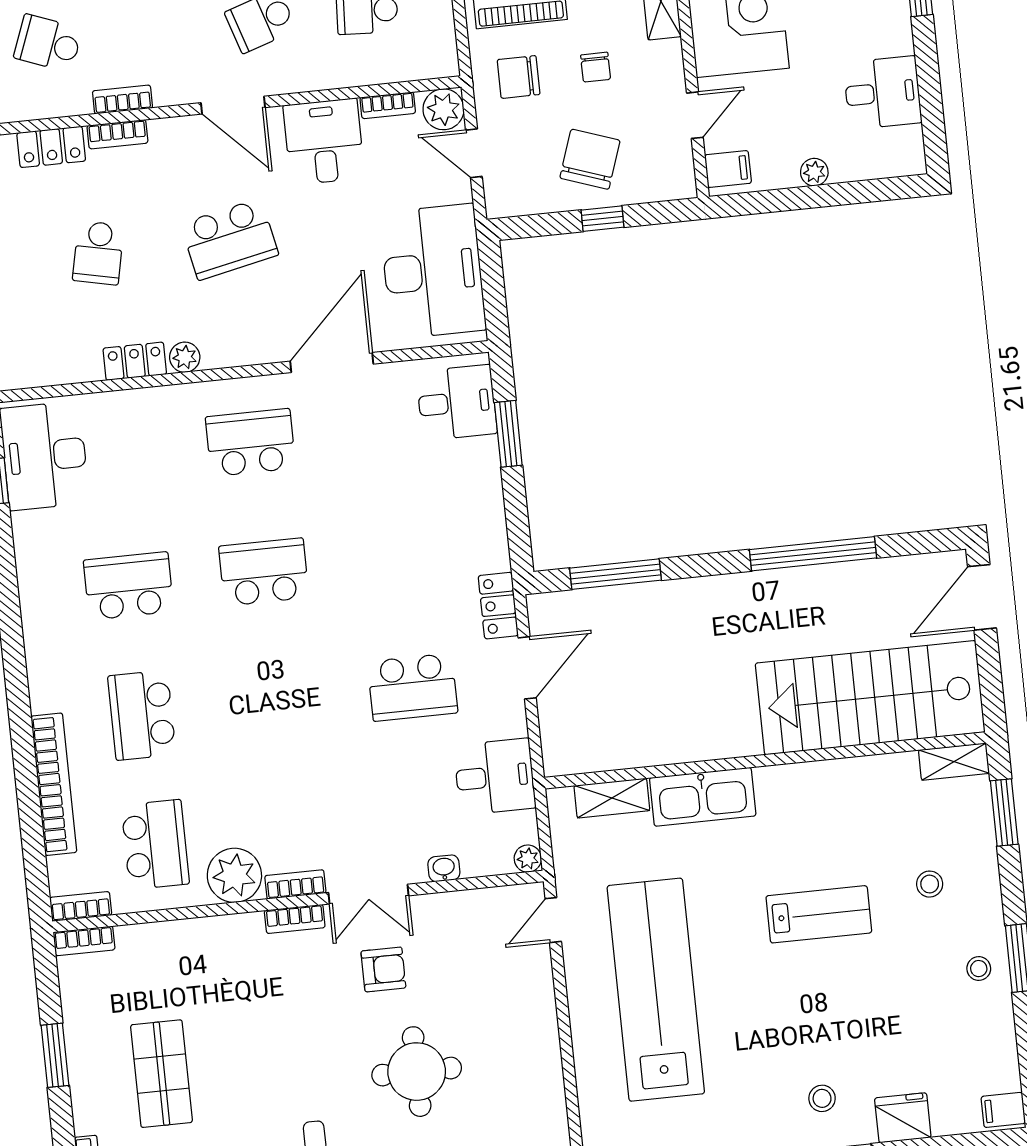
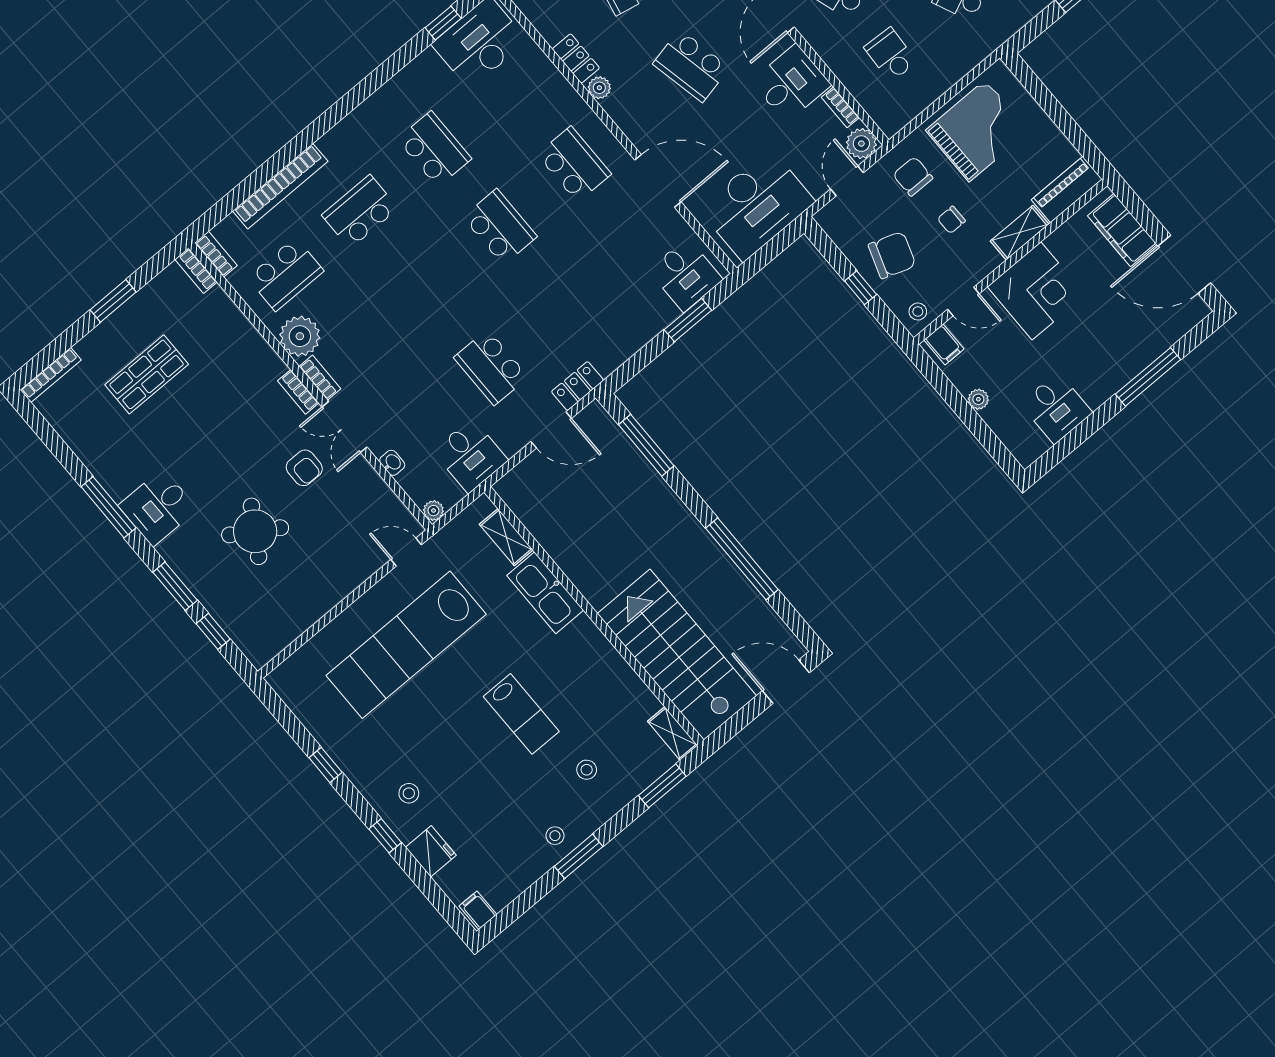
stool: (672, 173) -> (918, 312), added
lab bench: (656, 990) -> (406, 645), turned 180
round table: (417, 1072) -> (255, 531), turned 32

